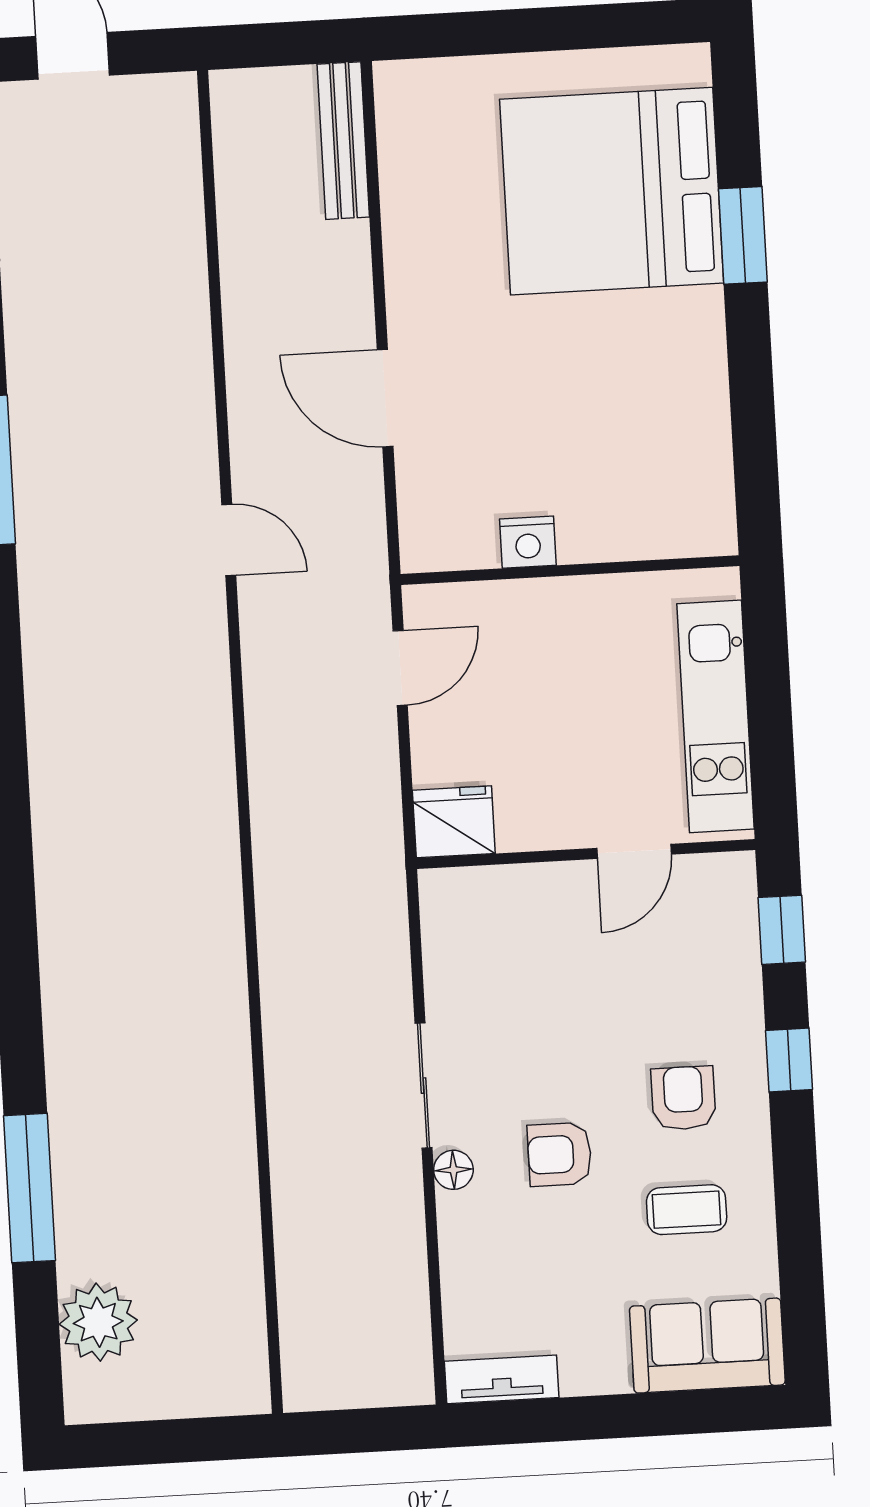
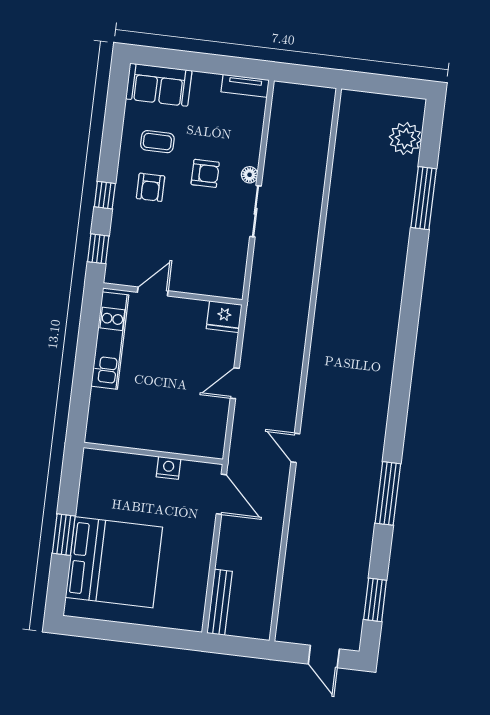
nightstand: (528, 542) -> (168, 468), moved
wall: (570, 570) -> (153, 453), moved

